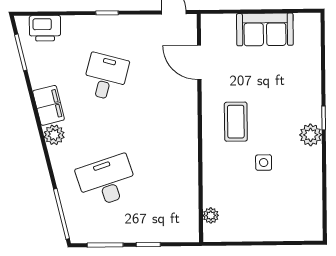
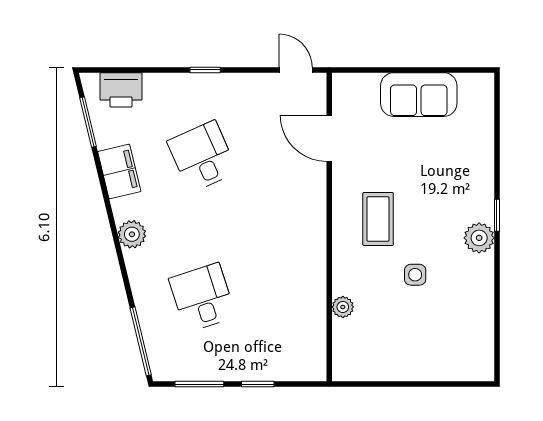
desk: (106, 77) -> (202, 156), turned -39
filing cabinet: (49, 105) -> (119, 171), moved
desk: (107, 181) -> (202, 298), width x0.73
plant: (211, 215) -> (343, 307), moved

